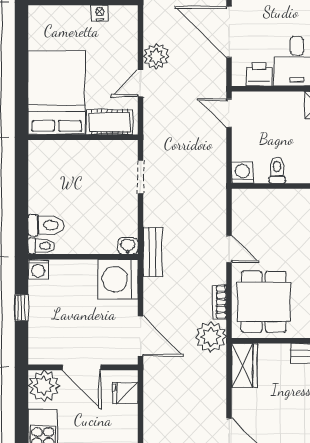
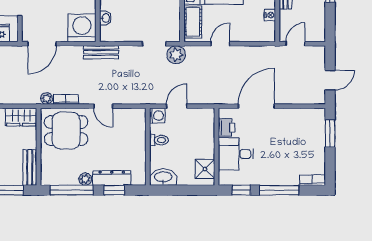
plant: (156, 56) -> (176, 55), moved
door: (141, 83) -> (220, 44), hinge flipped
door: (229, 113) -> (177, 106), moved
washbasin: (128, 246) -> (106, 18), moved
door: (229, 249) -> (103, 106), hinge flipped
plant: (211, 337) -> (46, 98), width x0.53, depth x0.53

